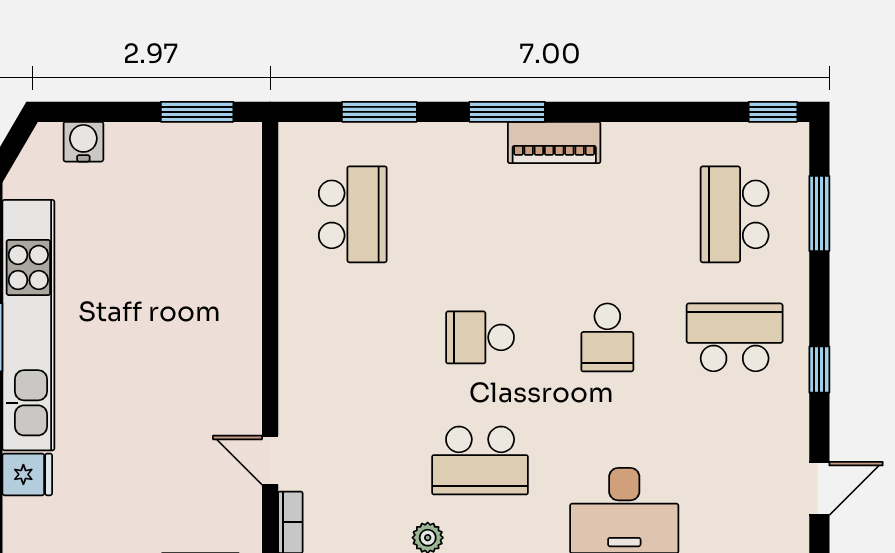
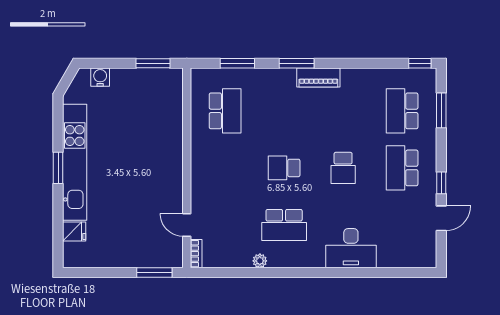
school desk: (735, 337) -> (402, 168), turned -90
door: (819, 488) -> (441, 218), moved

